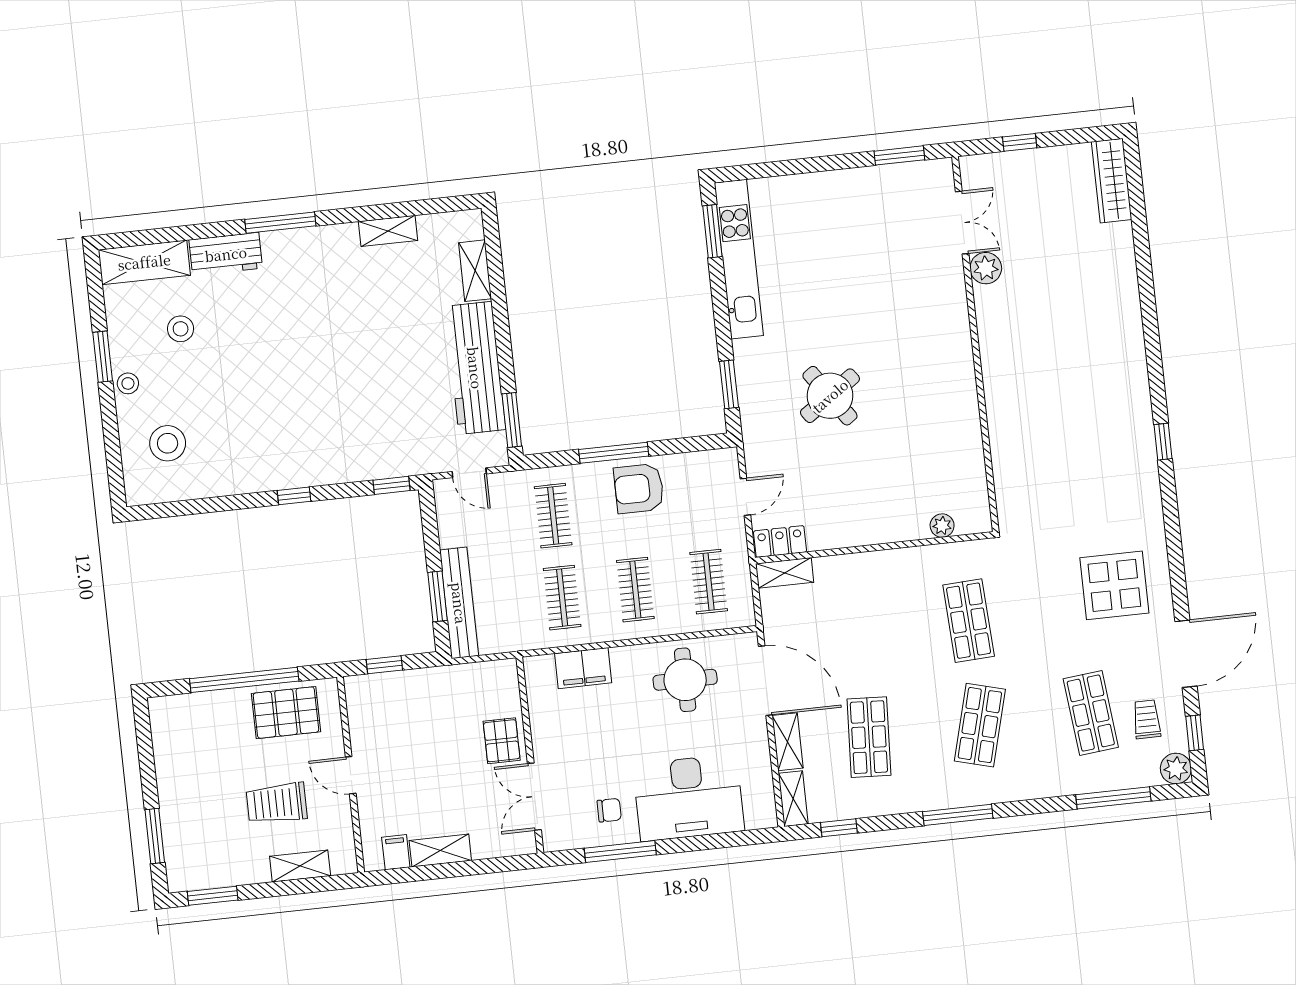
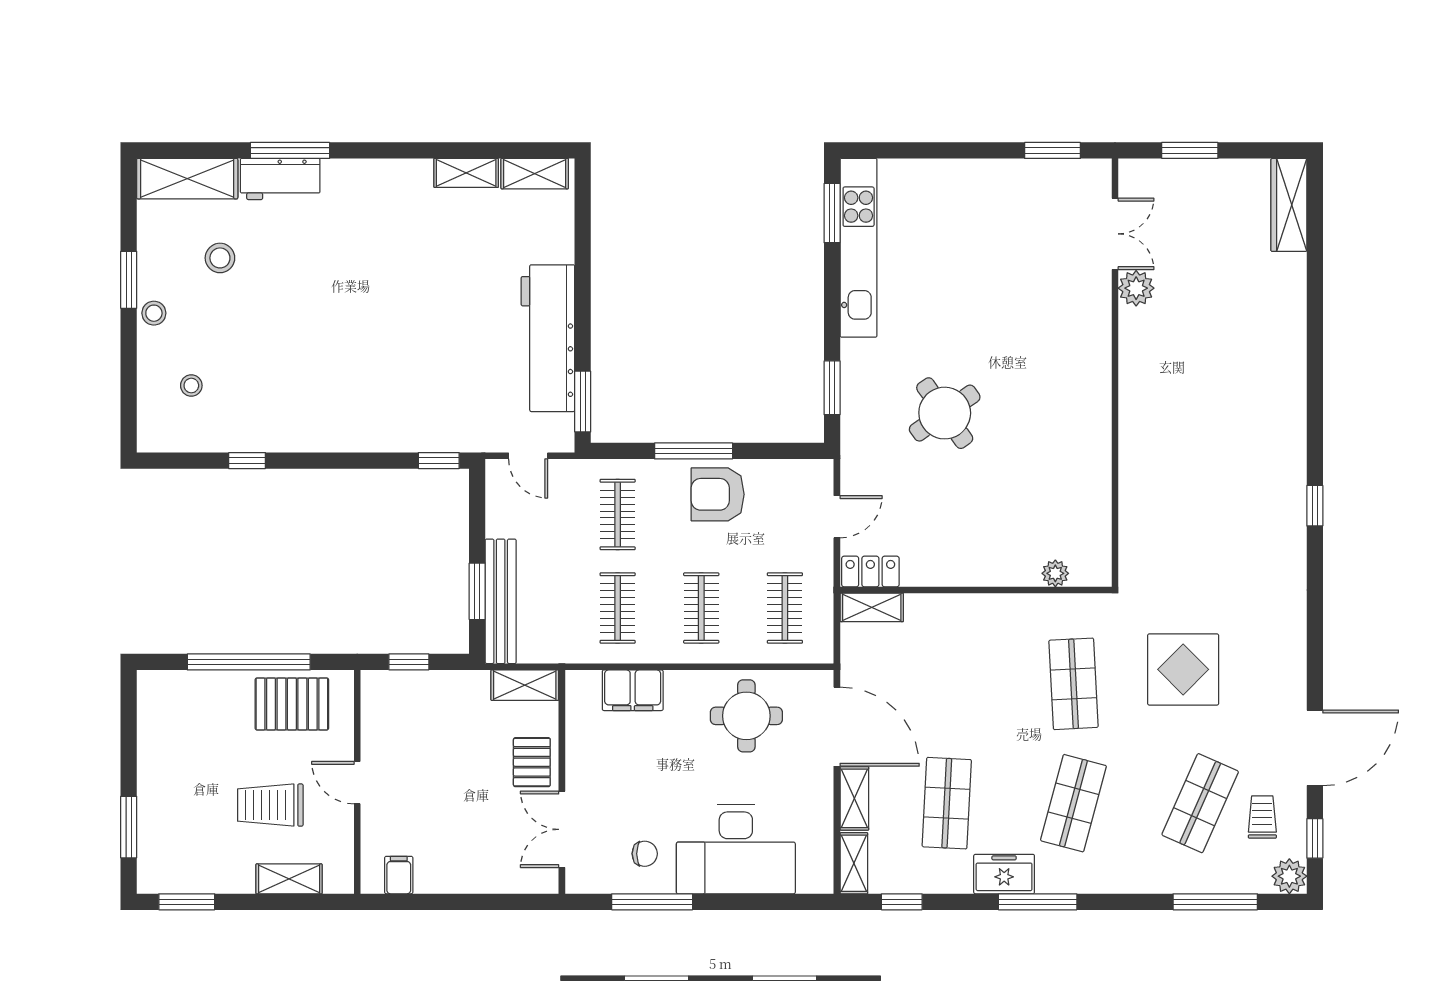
window: (1020, 142) -> (1190, 150), width x1.50
window: (280, 223) -> (290, 150), moved
shelving: (475, 271) -> (535, 174), moved, turned 90
stool: (168, 443) -> (191, 386), width x0.53, depth x0.53
window: (294, 496) -> (247, 461), moved
display table: (1114, 585) -> (1183, 669), moved
shop shelf: (1091, 713) -> (1200, 803), turned 30
freezer: (926, 794) -> (1004, 874), added
shelving: (440, 850) -> (525, 685), moved

